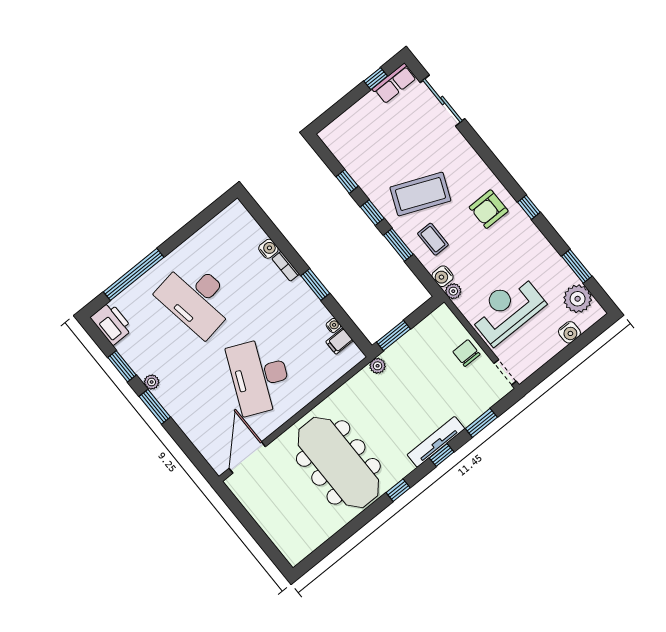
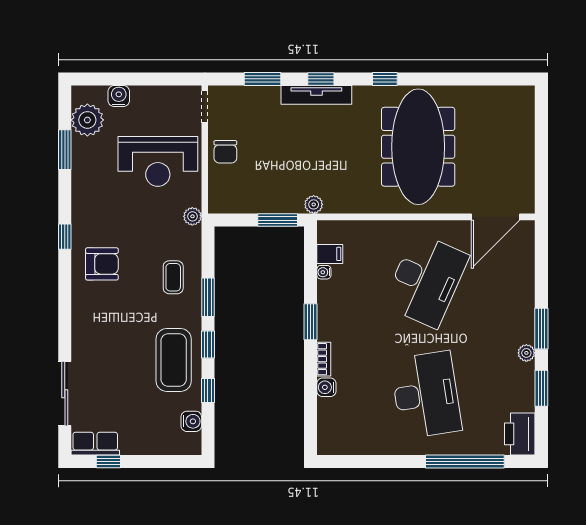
coffee table: (420, 194) -> (174, 360), moved, turned 67
water cooler: (443, 276) -> (191, 421), moved

